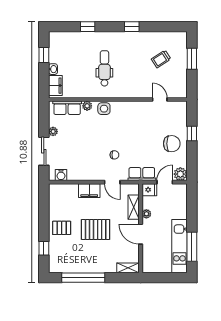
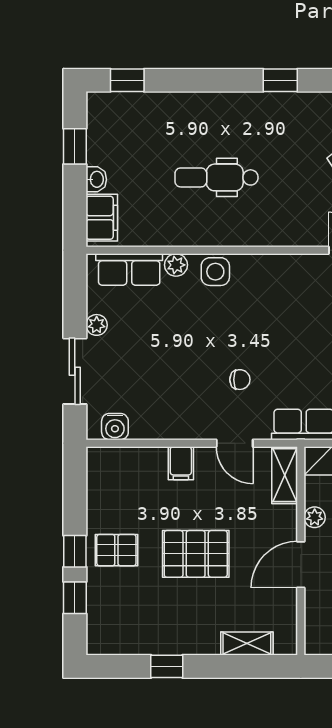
window: (88, 27) -> (127, 80), moved
dental chair: (104, 68) -> (217, 177), turned -90
filing cabinet: (89, 191) -> (181, 463), width x0.50
shelving: (134, 207) -> (285, 475), moved
window: (44, 228) -> (75, 551), added
door: (141, 234) -> (301, 565), hinge flipped
shelving: (128, 268) -> (247, 643), moved
window: (83, 278) -> (167, 666), width x0.32

